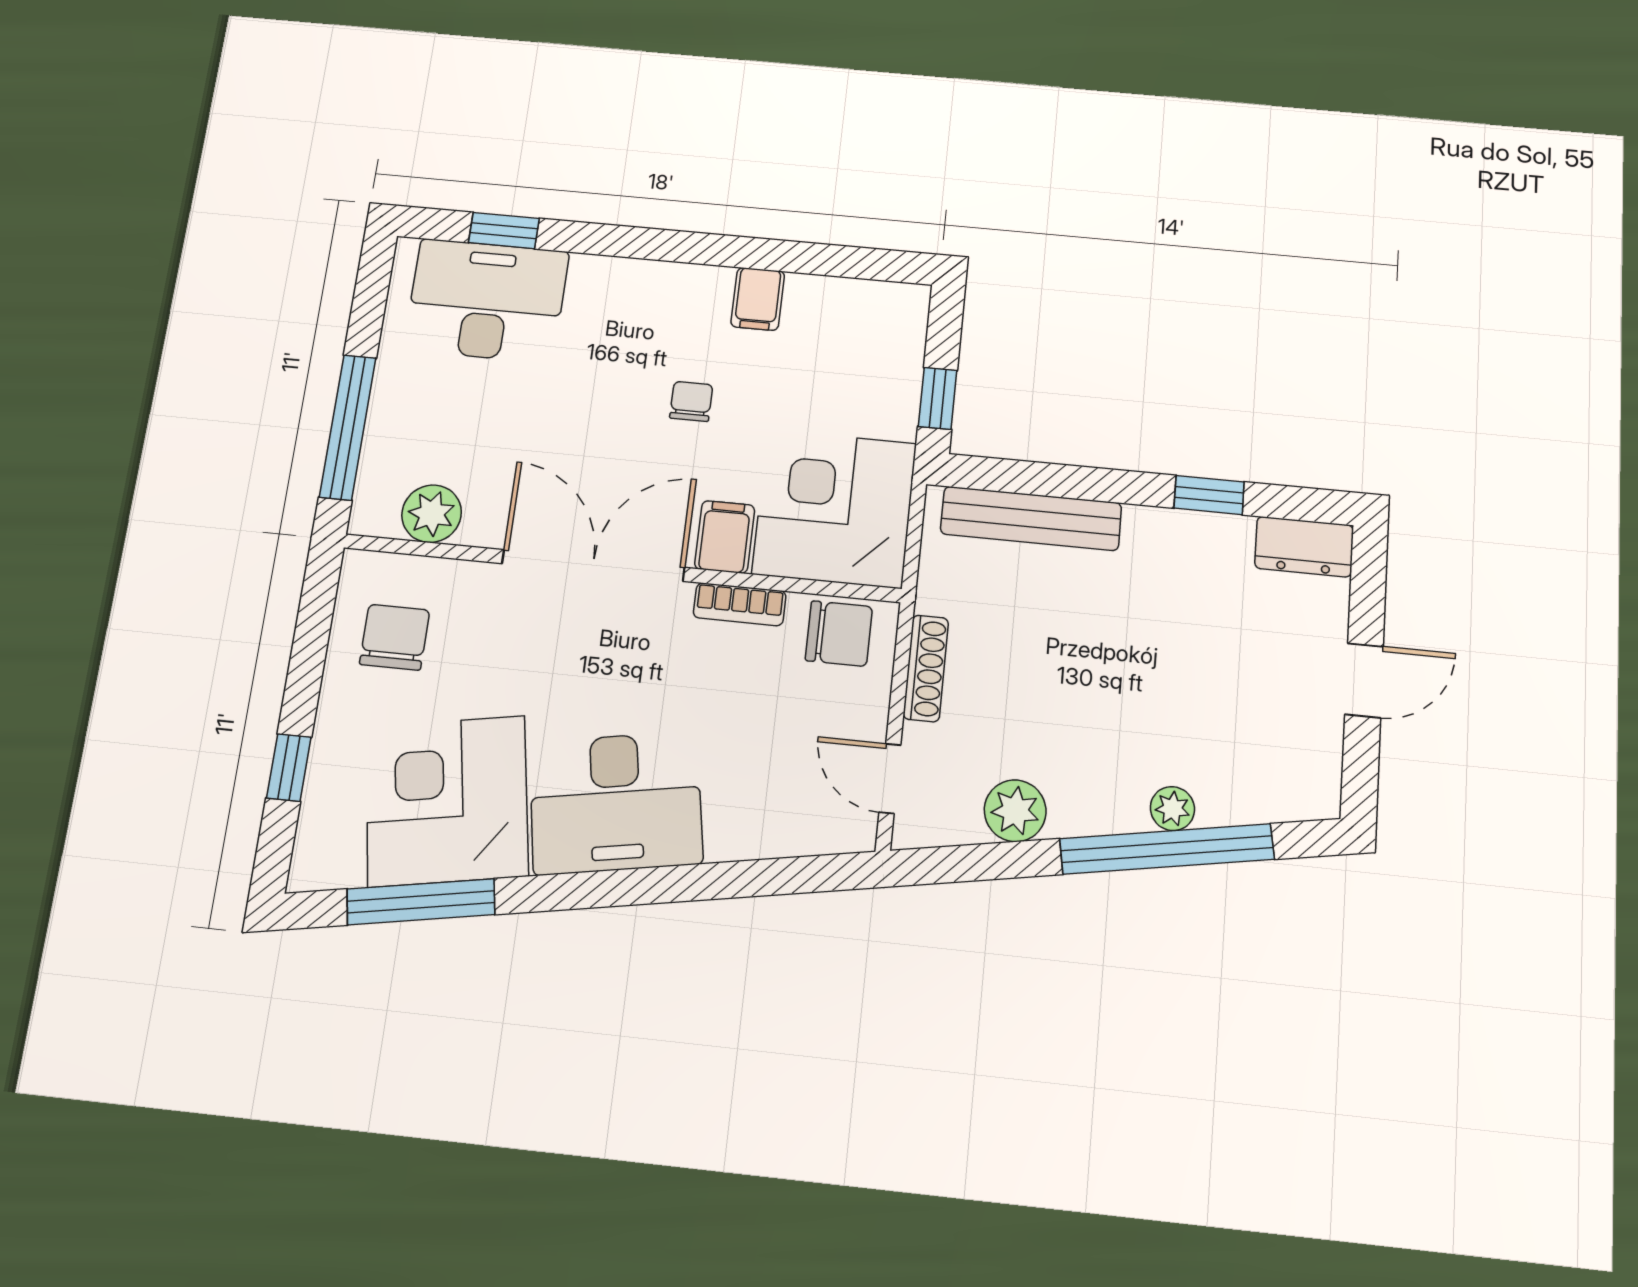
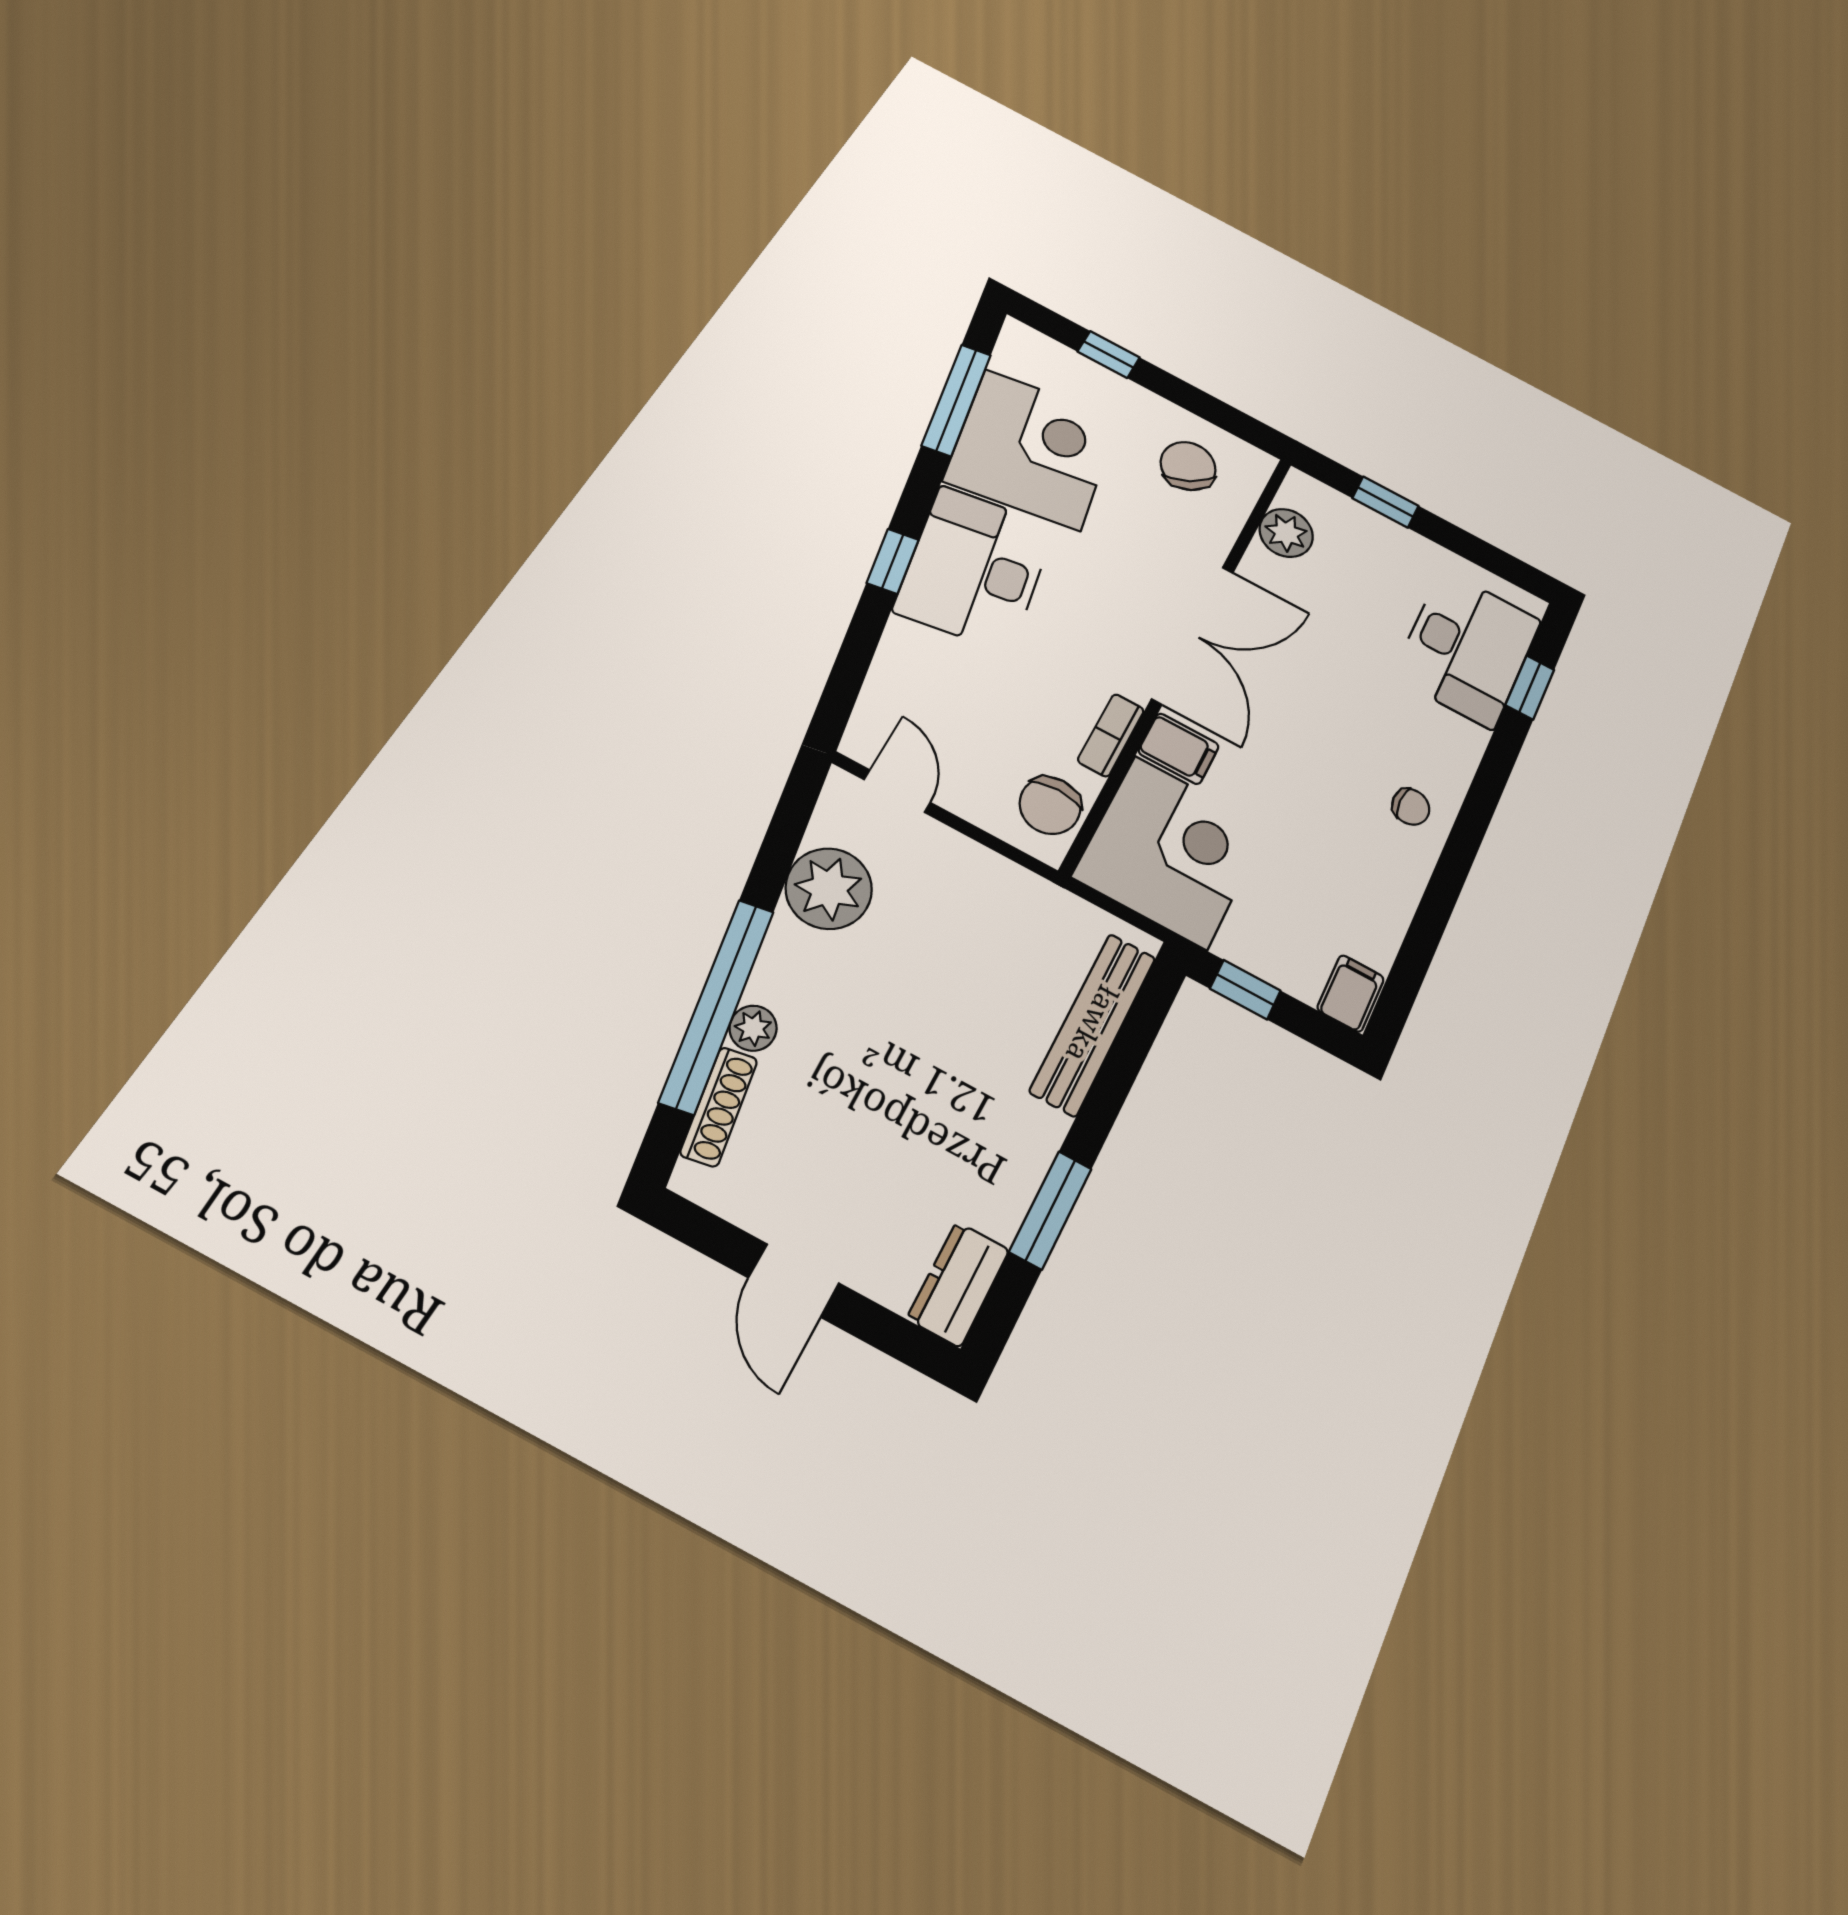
filing cabinet: (758, 299) -> (1351, 993), moved, turned 90
chair: (691, 401) -> (1411, 807), moved
window: (348, 427) -> (1386, 502), width x0.46
window: (1209, 495) -> (1051, 1210), width x1.50
chair: (395, 637) -> (1188, 466), turned -121
shoe rack: (926, 668) -> (719, 1107), moved, turned -100
door: (890, 779) -> (897, 791), hinge flipped
plant: (1015, 811) -> (829, 889), width x1.36, depth x1.36
window: (645, 886) -> (893, 561), added

